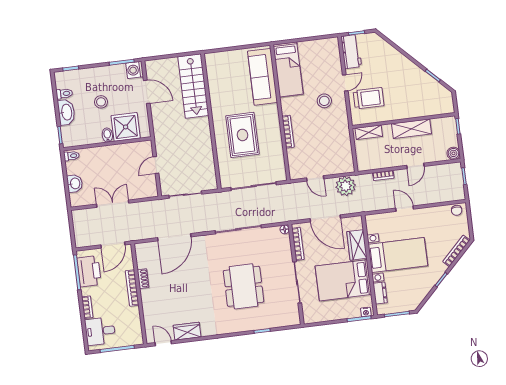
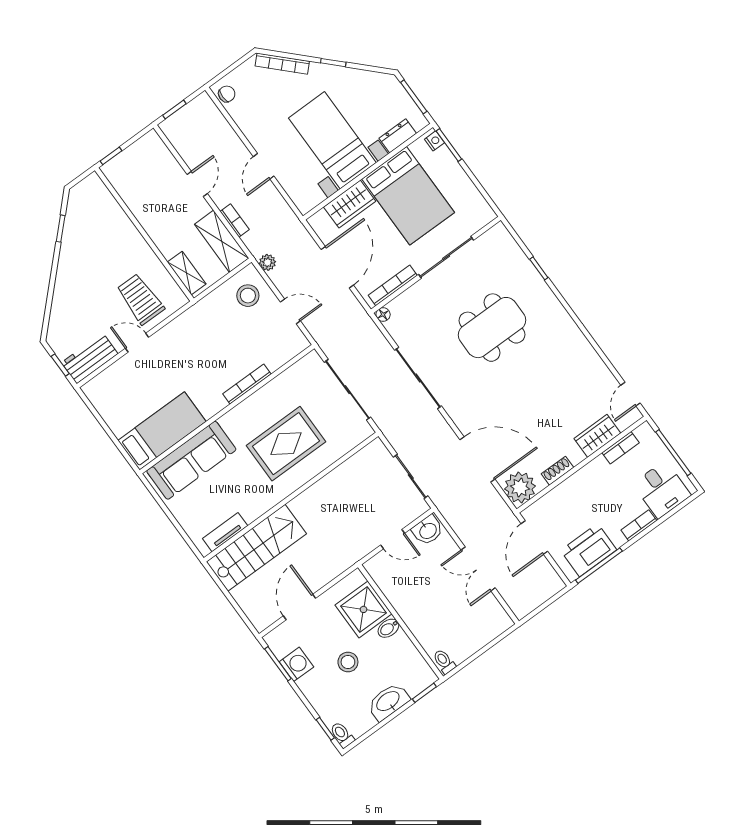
washing machine: (135, 70) -> (296, 664), moved, turned -90
tv unit: (212, 73) -> (225, 532), added
toilet: (64, 94) -> (342, 735), moved
stool: (324, 101) -> (248, 296), moved
shelving: (411, 129) -> (222, 241), moved
boiler: (453, 153) -> (151, 141), removed
door: (415, 166) -> (197, 184), hinge flipped
door: (315, 178) -> (290, 311), hinge flipped
washbasin: (75, 183) -> (428, 530), moved, turned 180
plant: (346, 186) -> (267, 262), width x0.53, depth x0.53
door: (113, 245) -> (534, 537), swing flipped
plant: (145, 252) -> (520, 487), added
bookcase: (132, 288) -> (621, 448), moved, width x0.64
wardrobe: (187, 331) -> (597, 436), moved, turned 90

